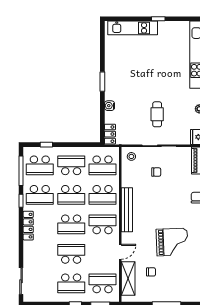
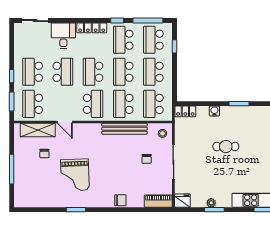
cafe table: (157, 114) -> (226, 147), moved
school desk: (71, 165) -> (153, 72), turned 180
bench: (127, 210) -> (125, 129), moved
desk: (36, 253) -> (63, 36), added
school desk: (103, 283) -> (33, 104), turned 180

